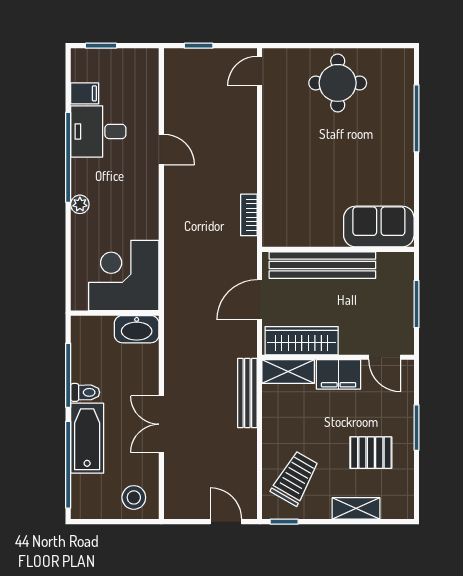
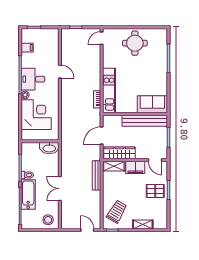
desk: (98, 131) -> (33, 79), moved
kitchen unit: (277, 194) -> (109, 91), added
bench: (322, 265) -> (145, 121), moved
corner desk: (124, 275) -> (36, 115), moved, turned 90
pallet: (371, 453) -> (155, 191), moved

